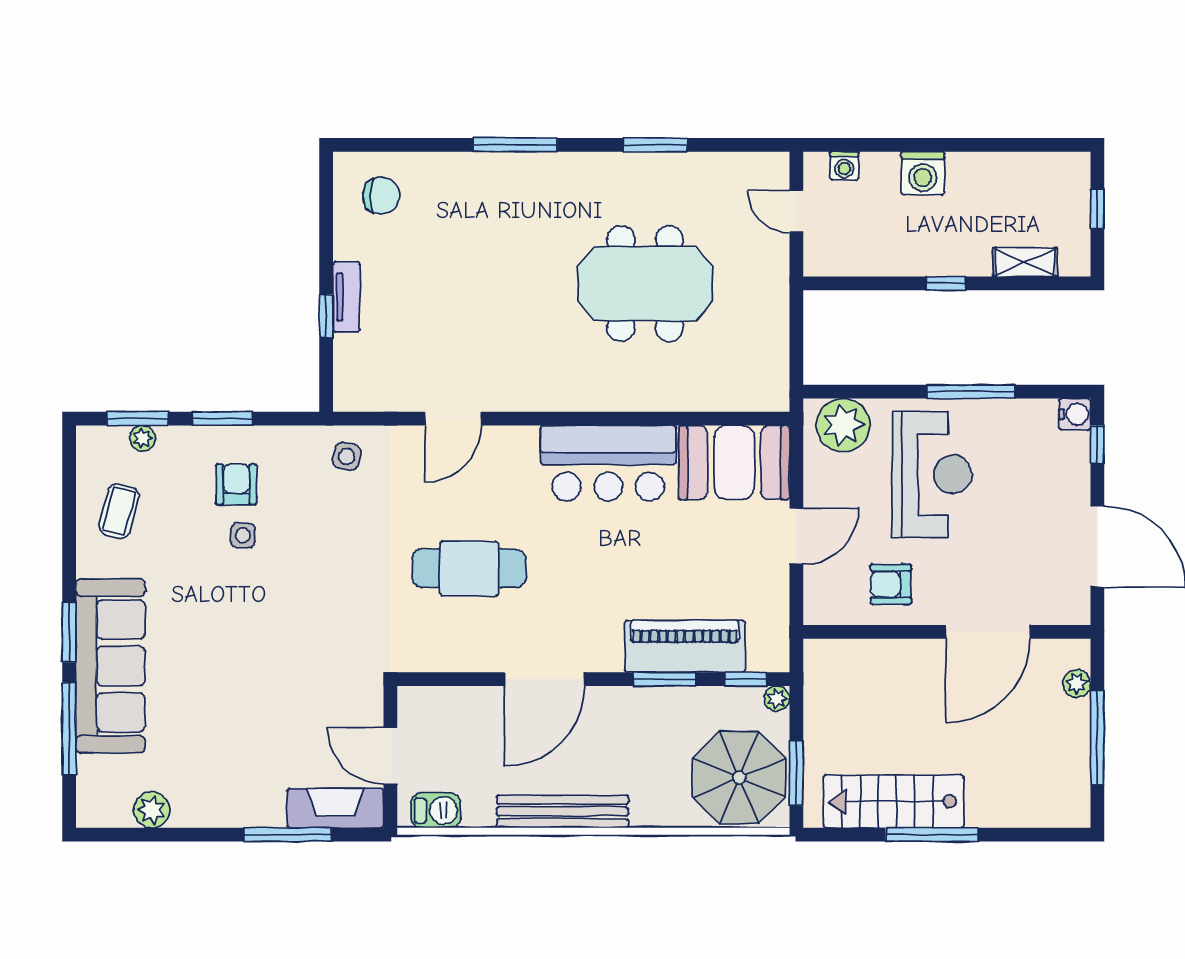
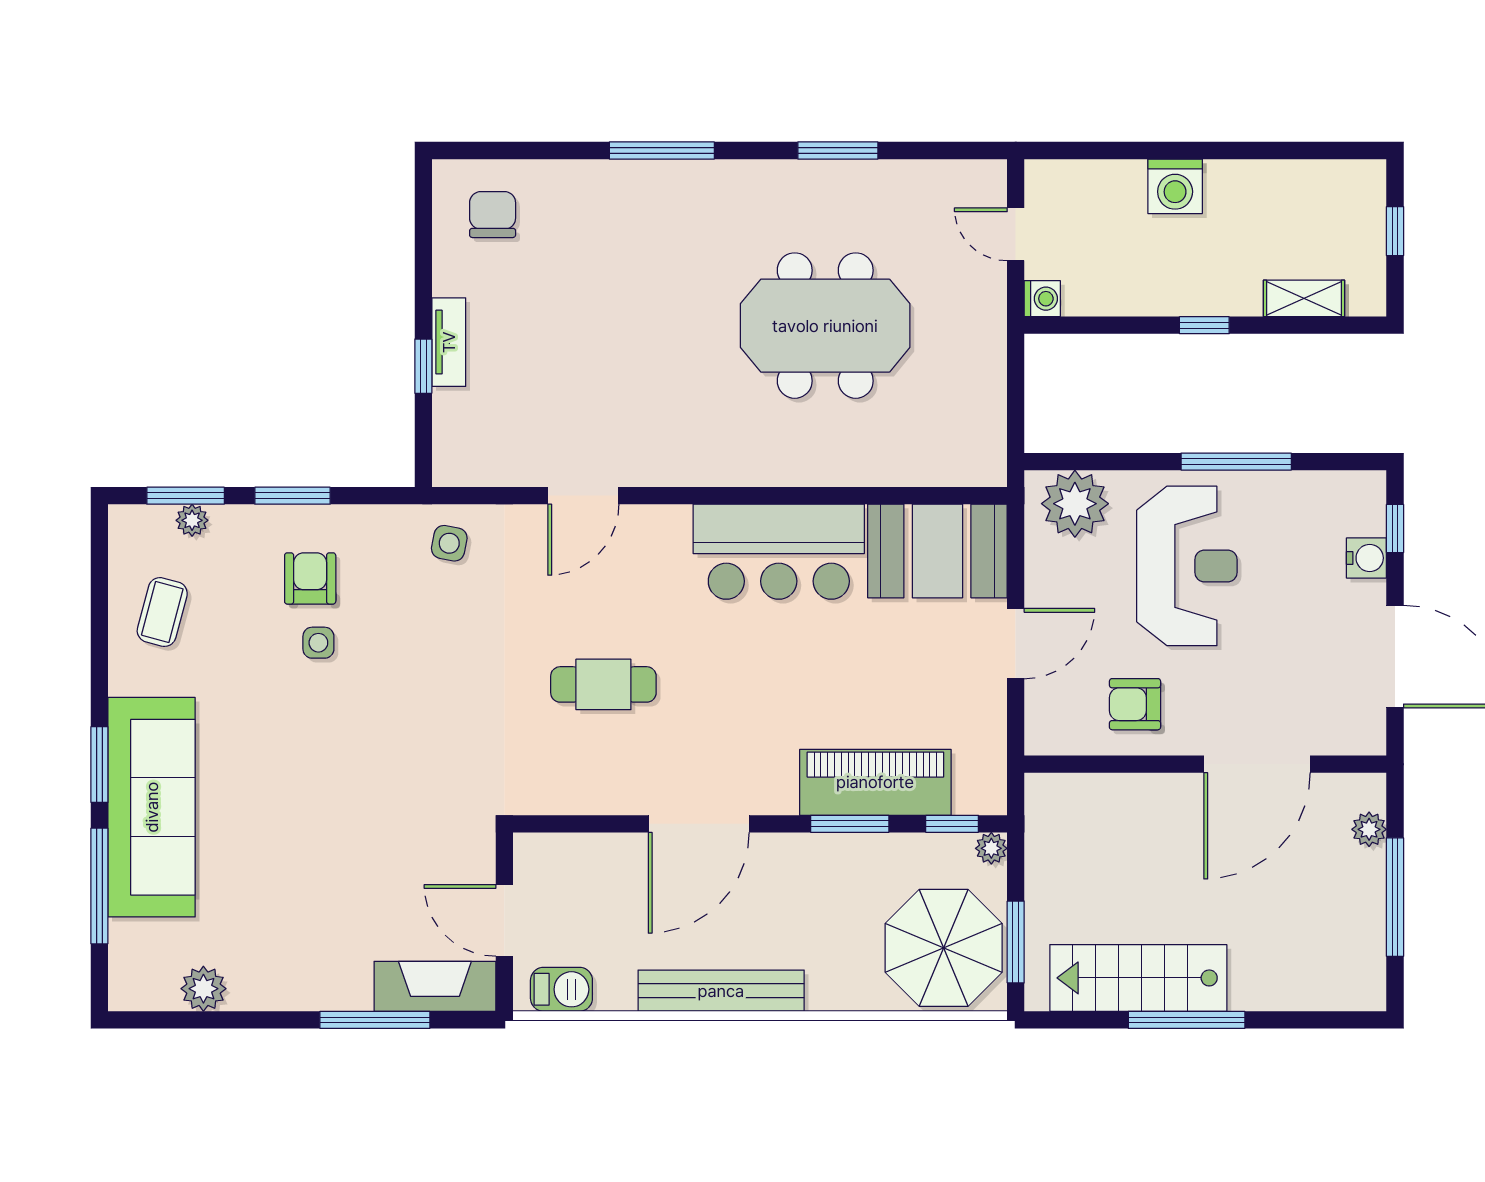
washing machine: (844, 166) -> (1042, 299), moved, turned -90
chair: (381, 196) -> (493, 215), turned -90
water cooler: (1075, 414) -> (1366, 558), moved
cafe table: (469, 568) -> (603, 684), width x0.73, depth x0.74

